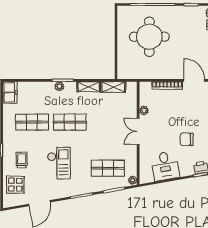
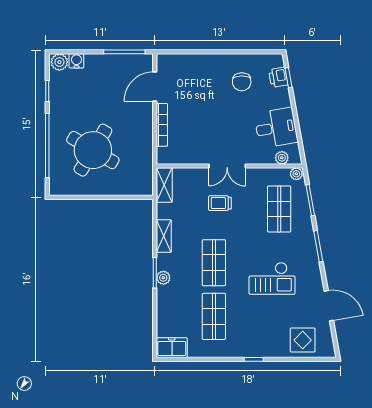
round table: (149, 37) -> (93, 150), turned 31
shelving: (113, 87) -> (164, 185), moved
plant: (144, 110) -> (282, 158), moved
chair: (187, 139) -> (242, 82), moved
trolley: (22, 160) -> (220, 203), moved
checkout: (59, 163) -> (272, 278), turned 180

